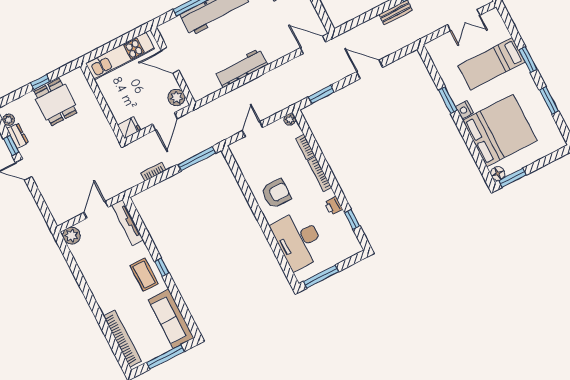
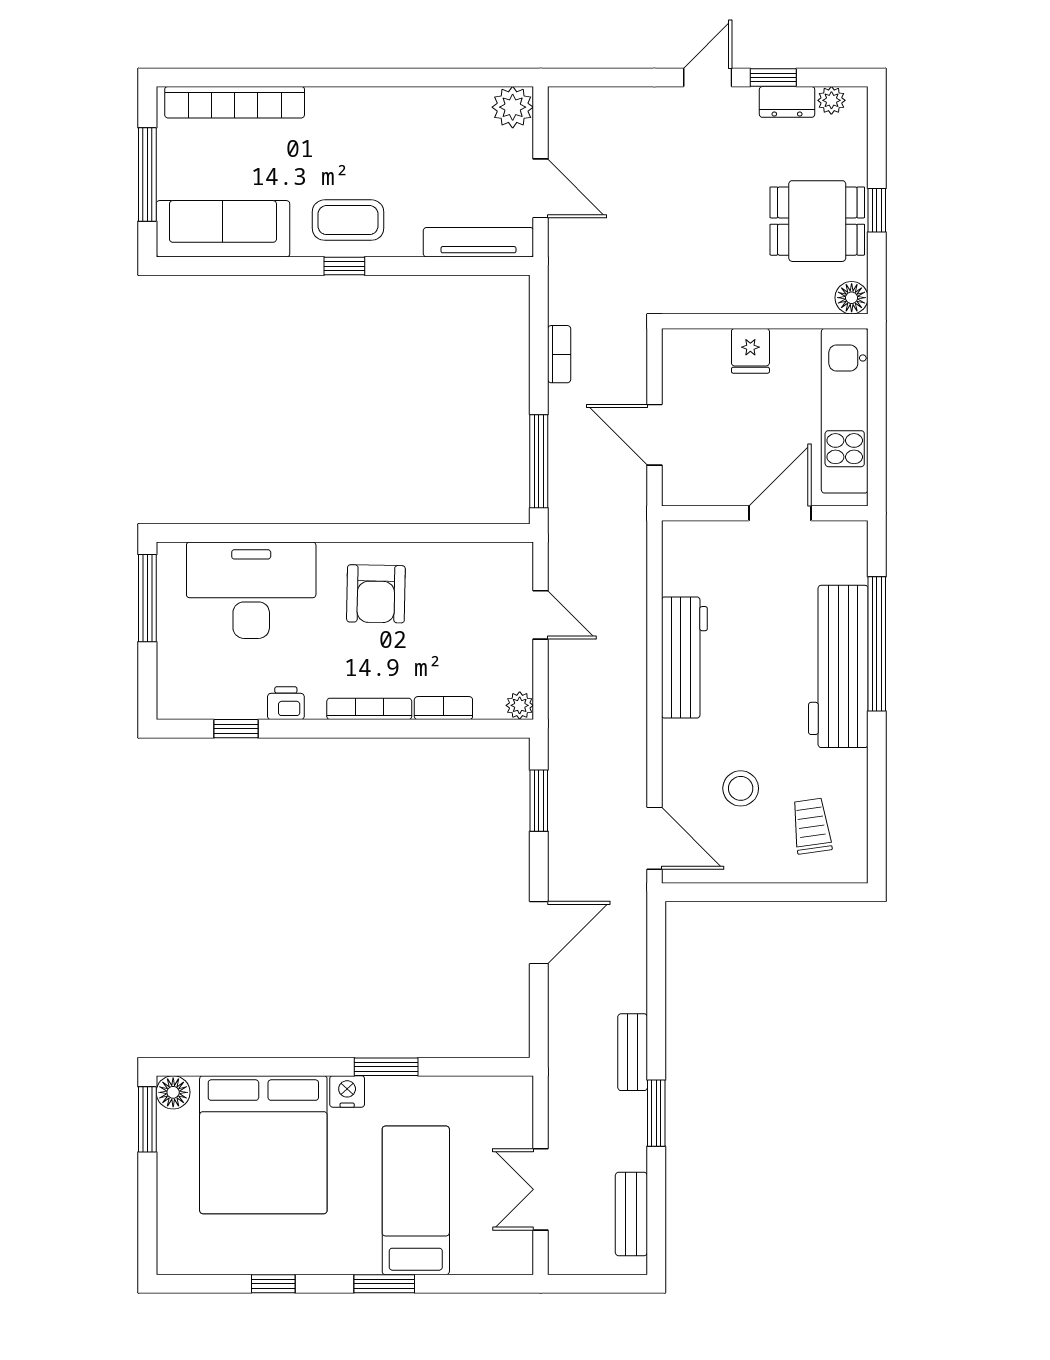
stool: (278, 23) -> (741, 788), added
door: (313, 45) -> (654, 838), hinge flipped
floor lamp: (77, 75) -> (852, 298), added
plant: (176, 97) -> (693, 486), removed
window: (549, 100) -> (273, 1284), width x0.67
fridge: (129, 128) -> (750, 351), moved

